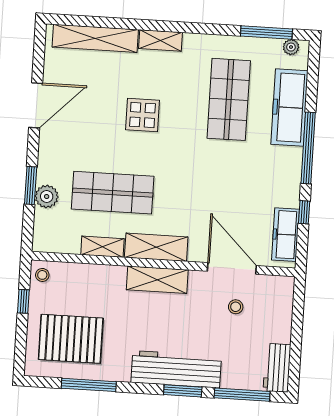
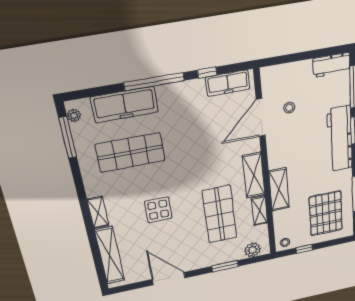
plant: (47, 197) -> (253, 250), moved
shelving: (157, 280) -> (279, 189), moved

